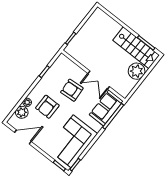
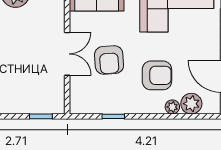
double door: (99, 80) -> (67, 54), moved

